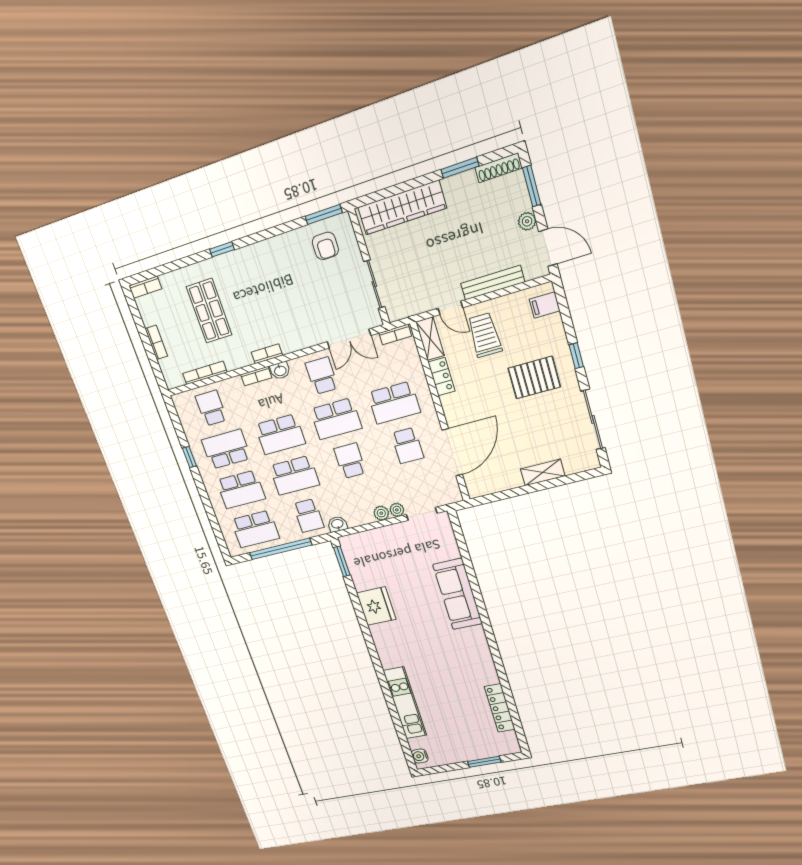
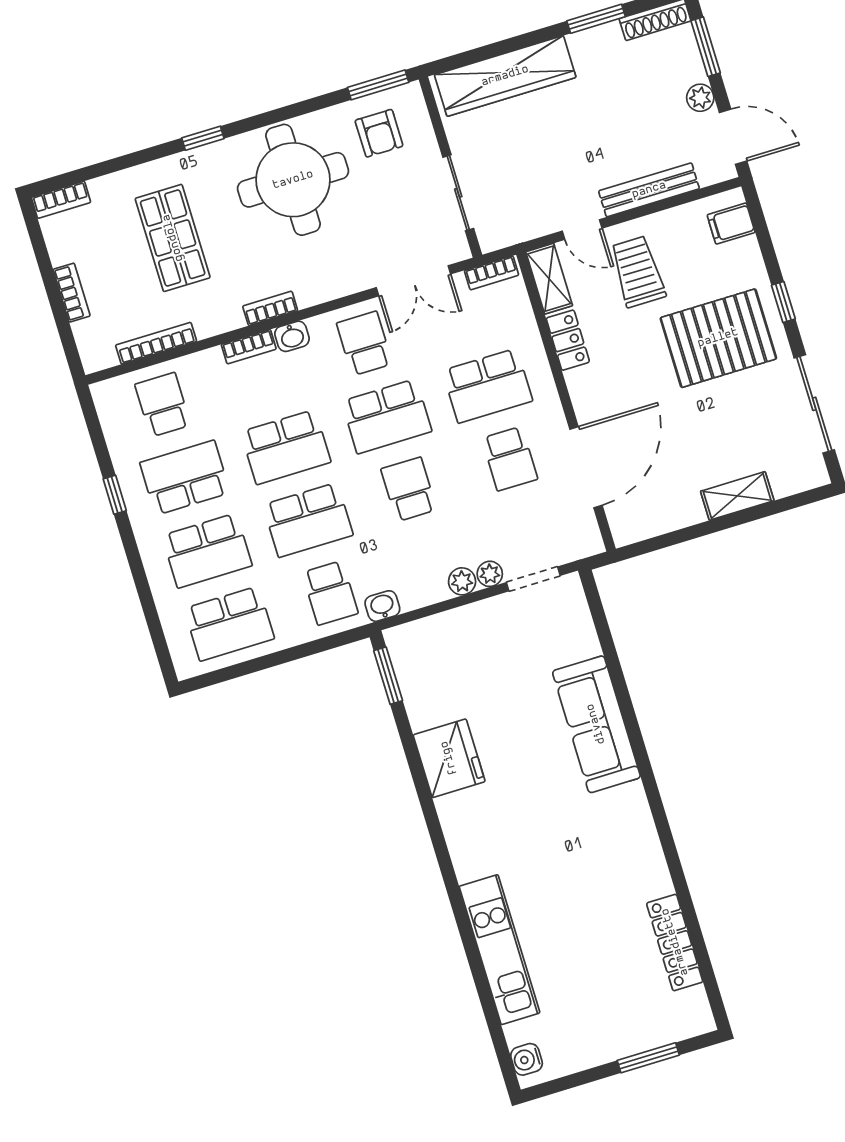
round table: (276, 275) -> (293, 180), added
pallet: (534, 378) -> (718, 338), width x1.37, depth x1.41
window: (281, 549) -> (275, 659), removed

